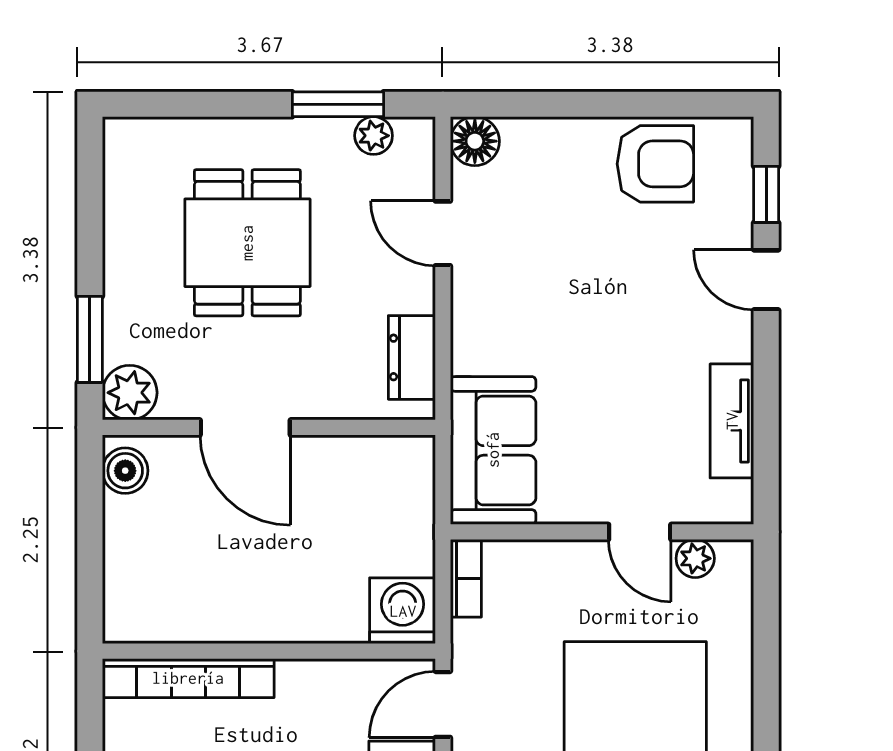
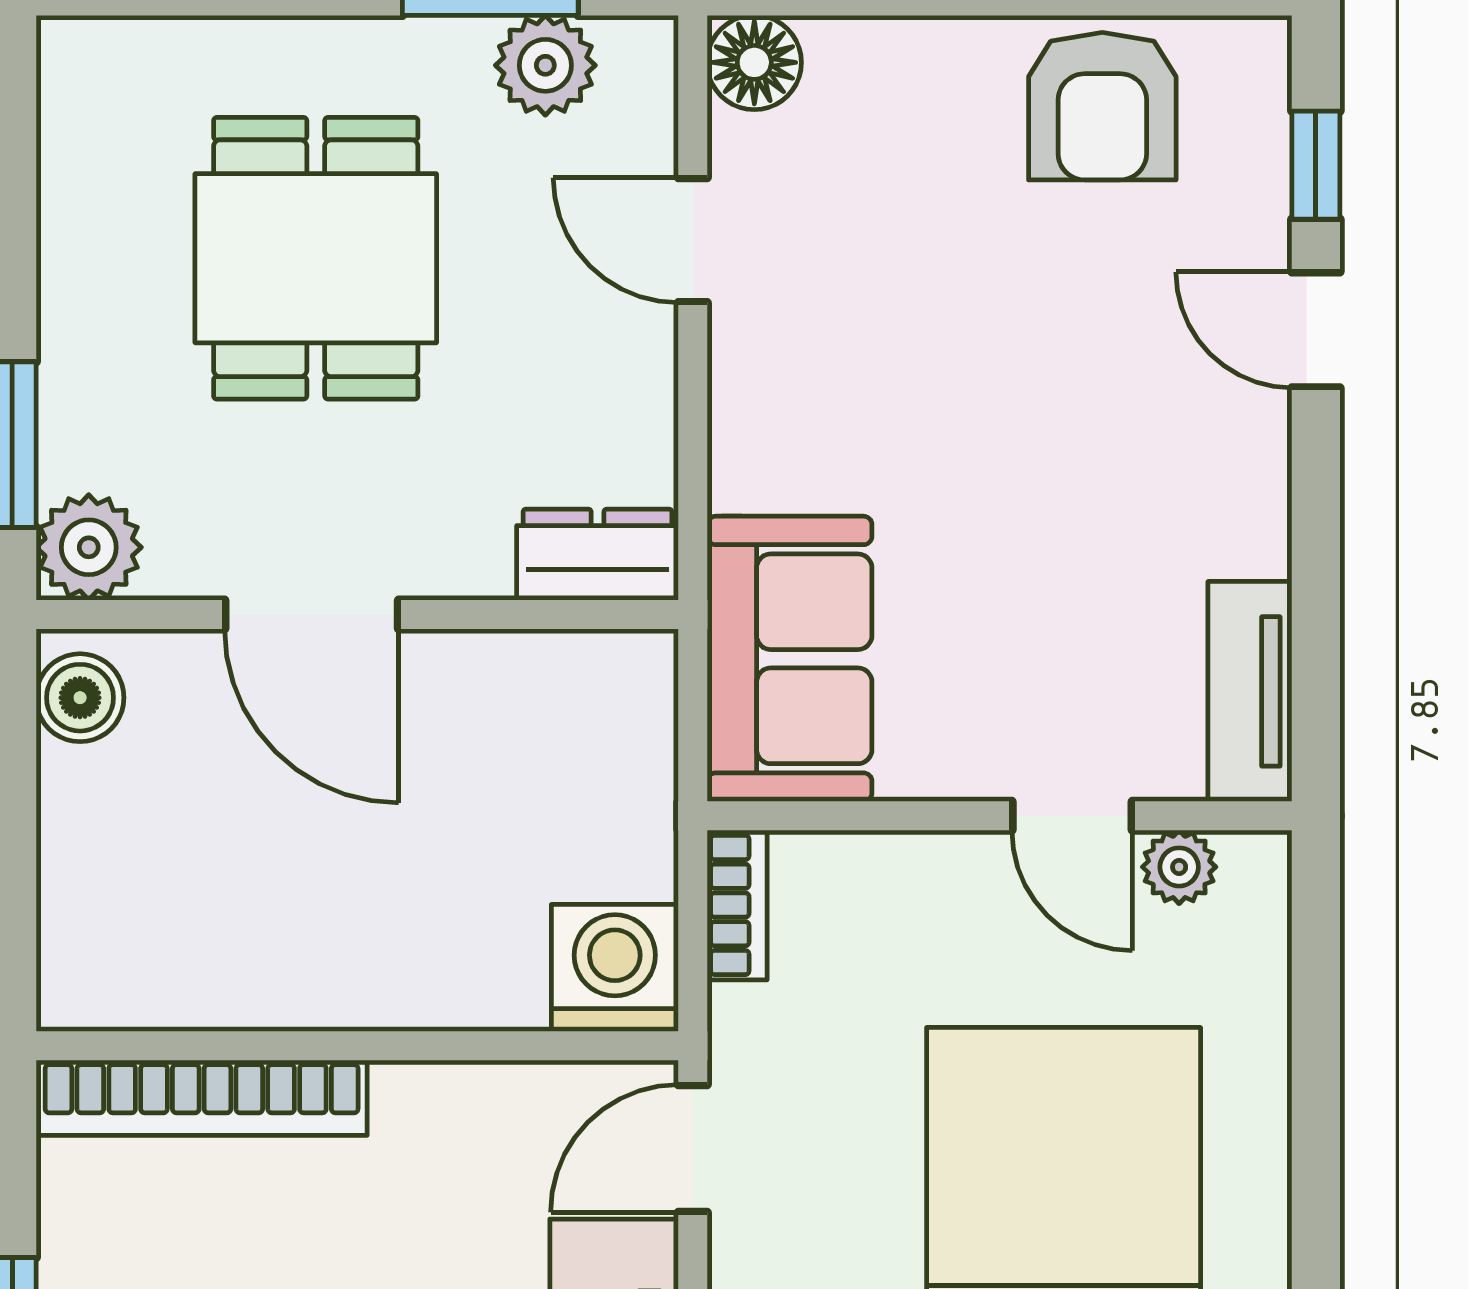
plant: (374, 136) -> (545, 65), width x1.38, depth x1.38
armchair: (655, 164) -> (1102, 106), turned 90
dresser: (412, 357) -> (598, 555), moved, turned 90
tv unit: (732, 421) -> (1250, 691), moved

